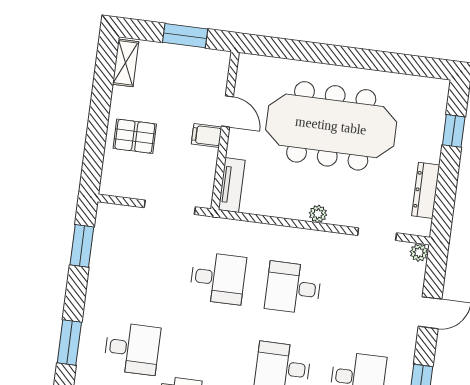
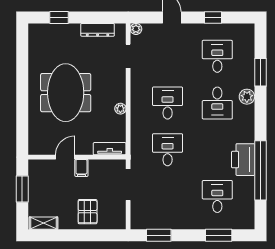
meeting table: (331, 126) -> (66, 93), width x0.73
plant: (318, 214) -> (120, 109), moved
desk: (293, 288) -> (168, 103), turned 180

